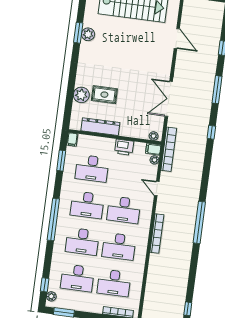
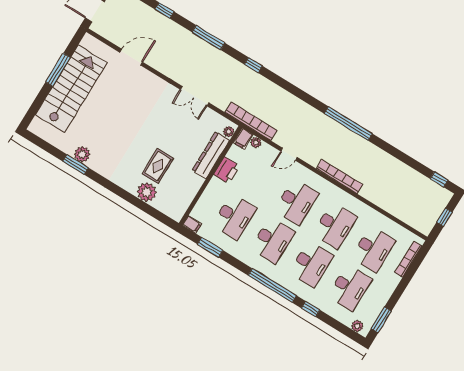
double door: (169, 99) -> (195, 96), width x0.73
dresser: (100, 127) -> (211, 155), moved
window: (45, 285) -> (311, 309), moved

